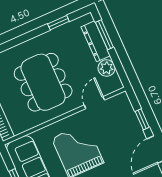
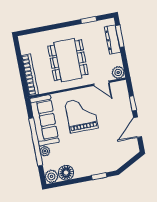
plant: (107, 68) -> (118, 72), moved
door: (94, 103) -> (101, 83), swing flipped

